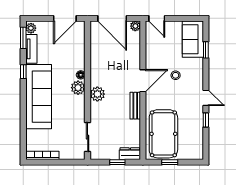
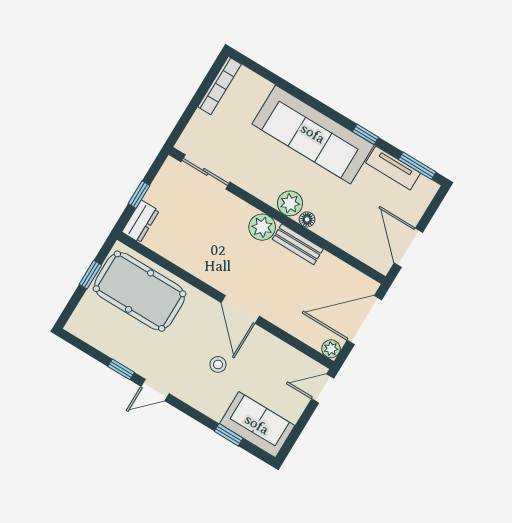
plant: (31, 28) -> (425, 187), removed
bench: (135, 106) -> (298, 244), moved

